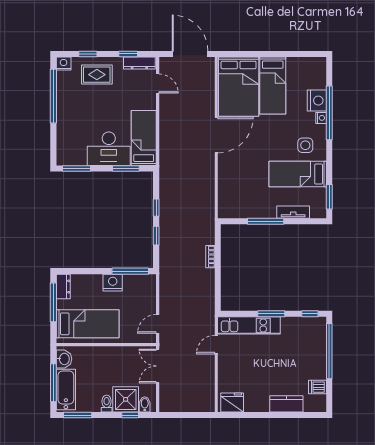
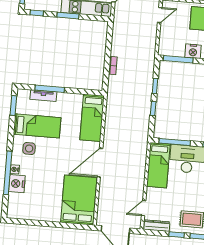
window: (128, 54) -> (177, 235), moved
door: (158, 83) -> (144, 208), hinge flipped
bed: (273, 85) -> (92, 118), moved, turned 180
window: (126, 168) -> (175, 142), width x1.44
window: (266, 221) -> (50, 89), moved

